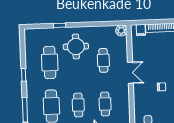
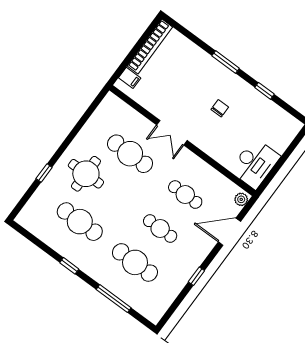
plant: (121, 31) -> (111, 102), removed
cafe table: (103, 60) -> (130, 154), width x1.37, depth x1.35
double door: (130, 73) -> (172, 133), swing flipped

